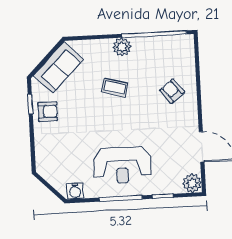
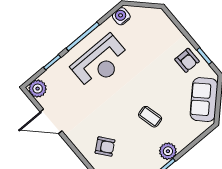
coffee table: (115, 88) -> (150, 117), turned 61
armchair: (48, 112) -> (187, 60), turned -90
reception desk: (122, 165) -> (101, 62), turned 180

